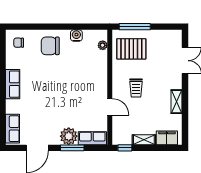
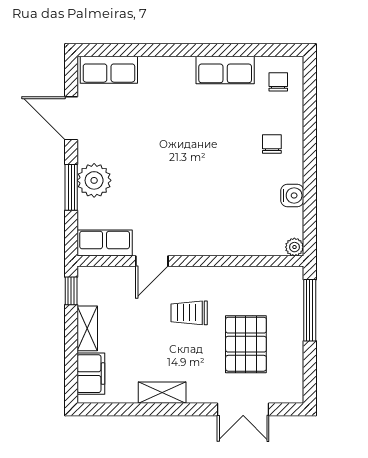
plant: (103, 45) -> (294, 247), moved
chair: (50, 46) -> (272, 144), width x0.54, depth x0.54
pallet: (131, 49) -> (246, 344), moved
row of seats: (13, 84) -> (225, 70), moved
row of seats: (92, 138) -> (105, 243), moved, turned -90

